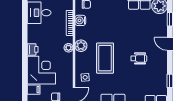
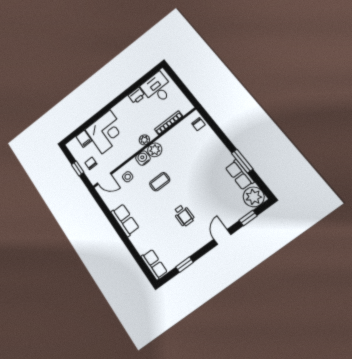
water cooler: (80, 20) -> (143, 158), moved
printer: (33, 49) -> (137, 96), moved
coffee table: (105, 58) -> (160, 182), width x0.54, depth x0.58

